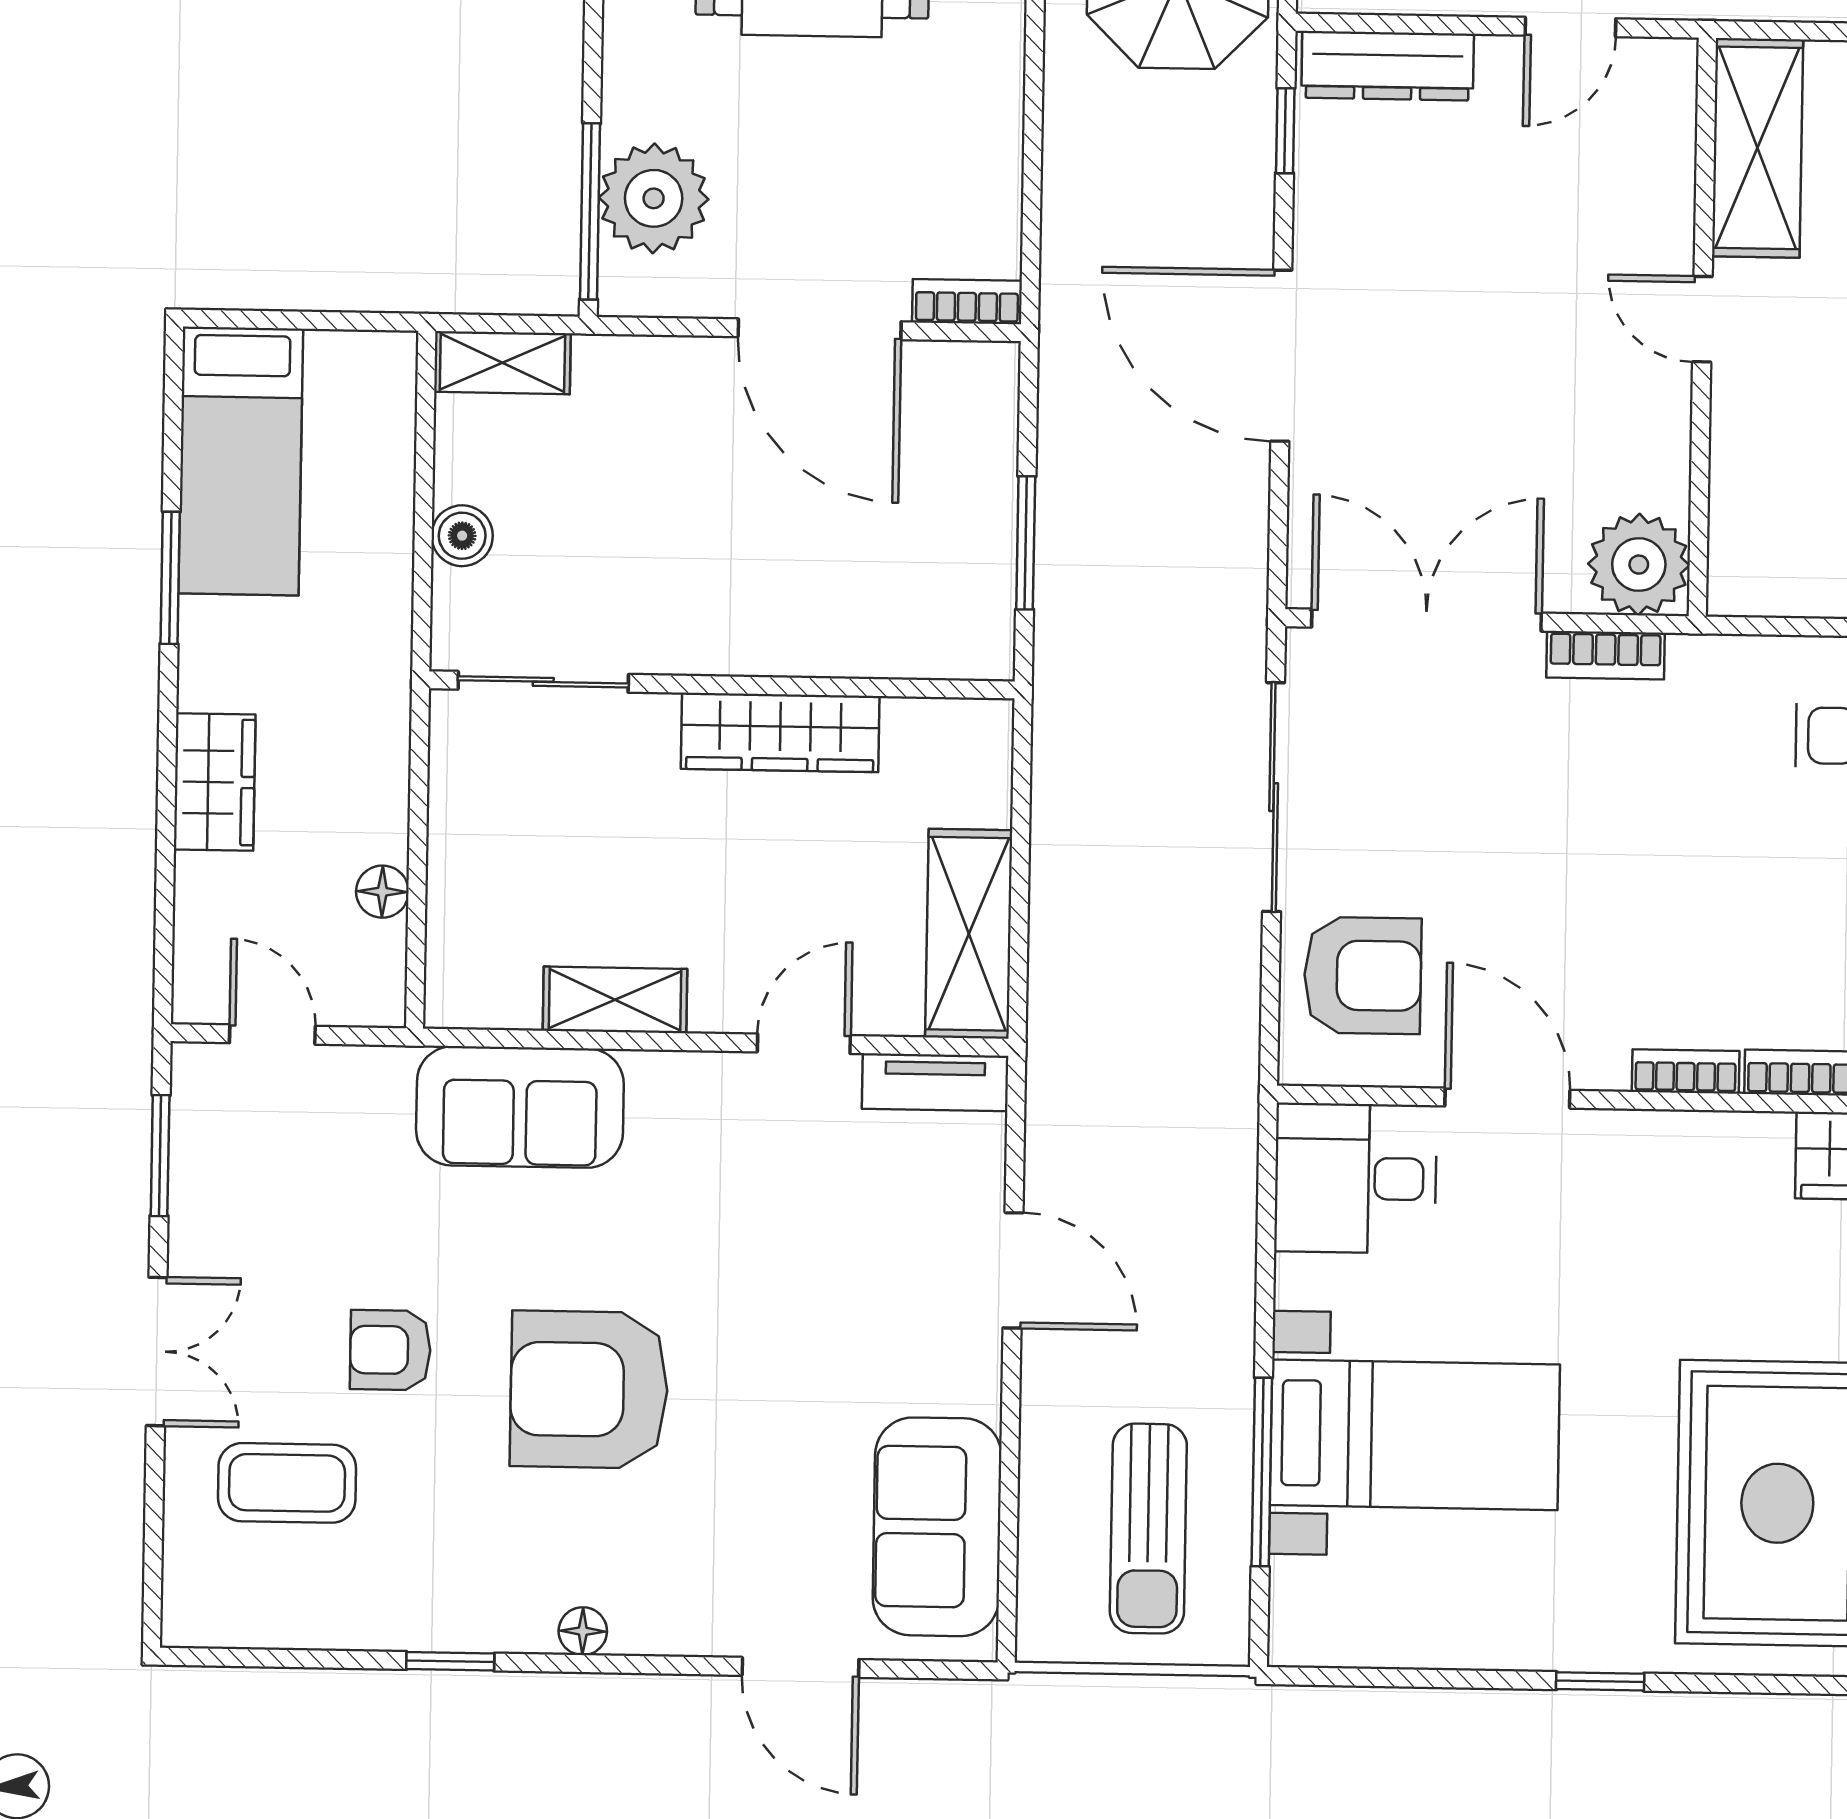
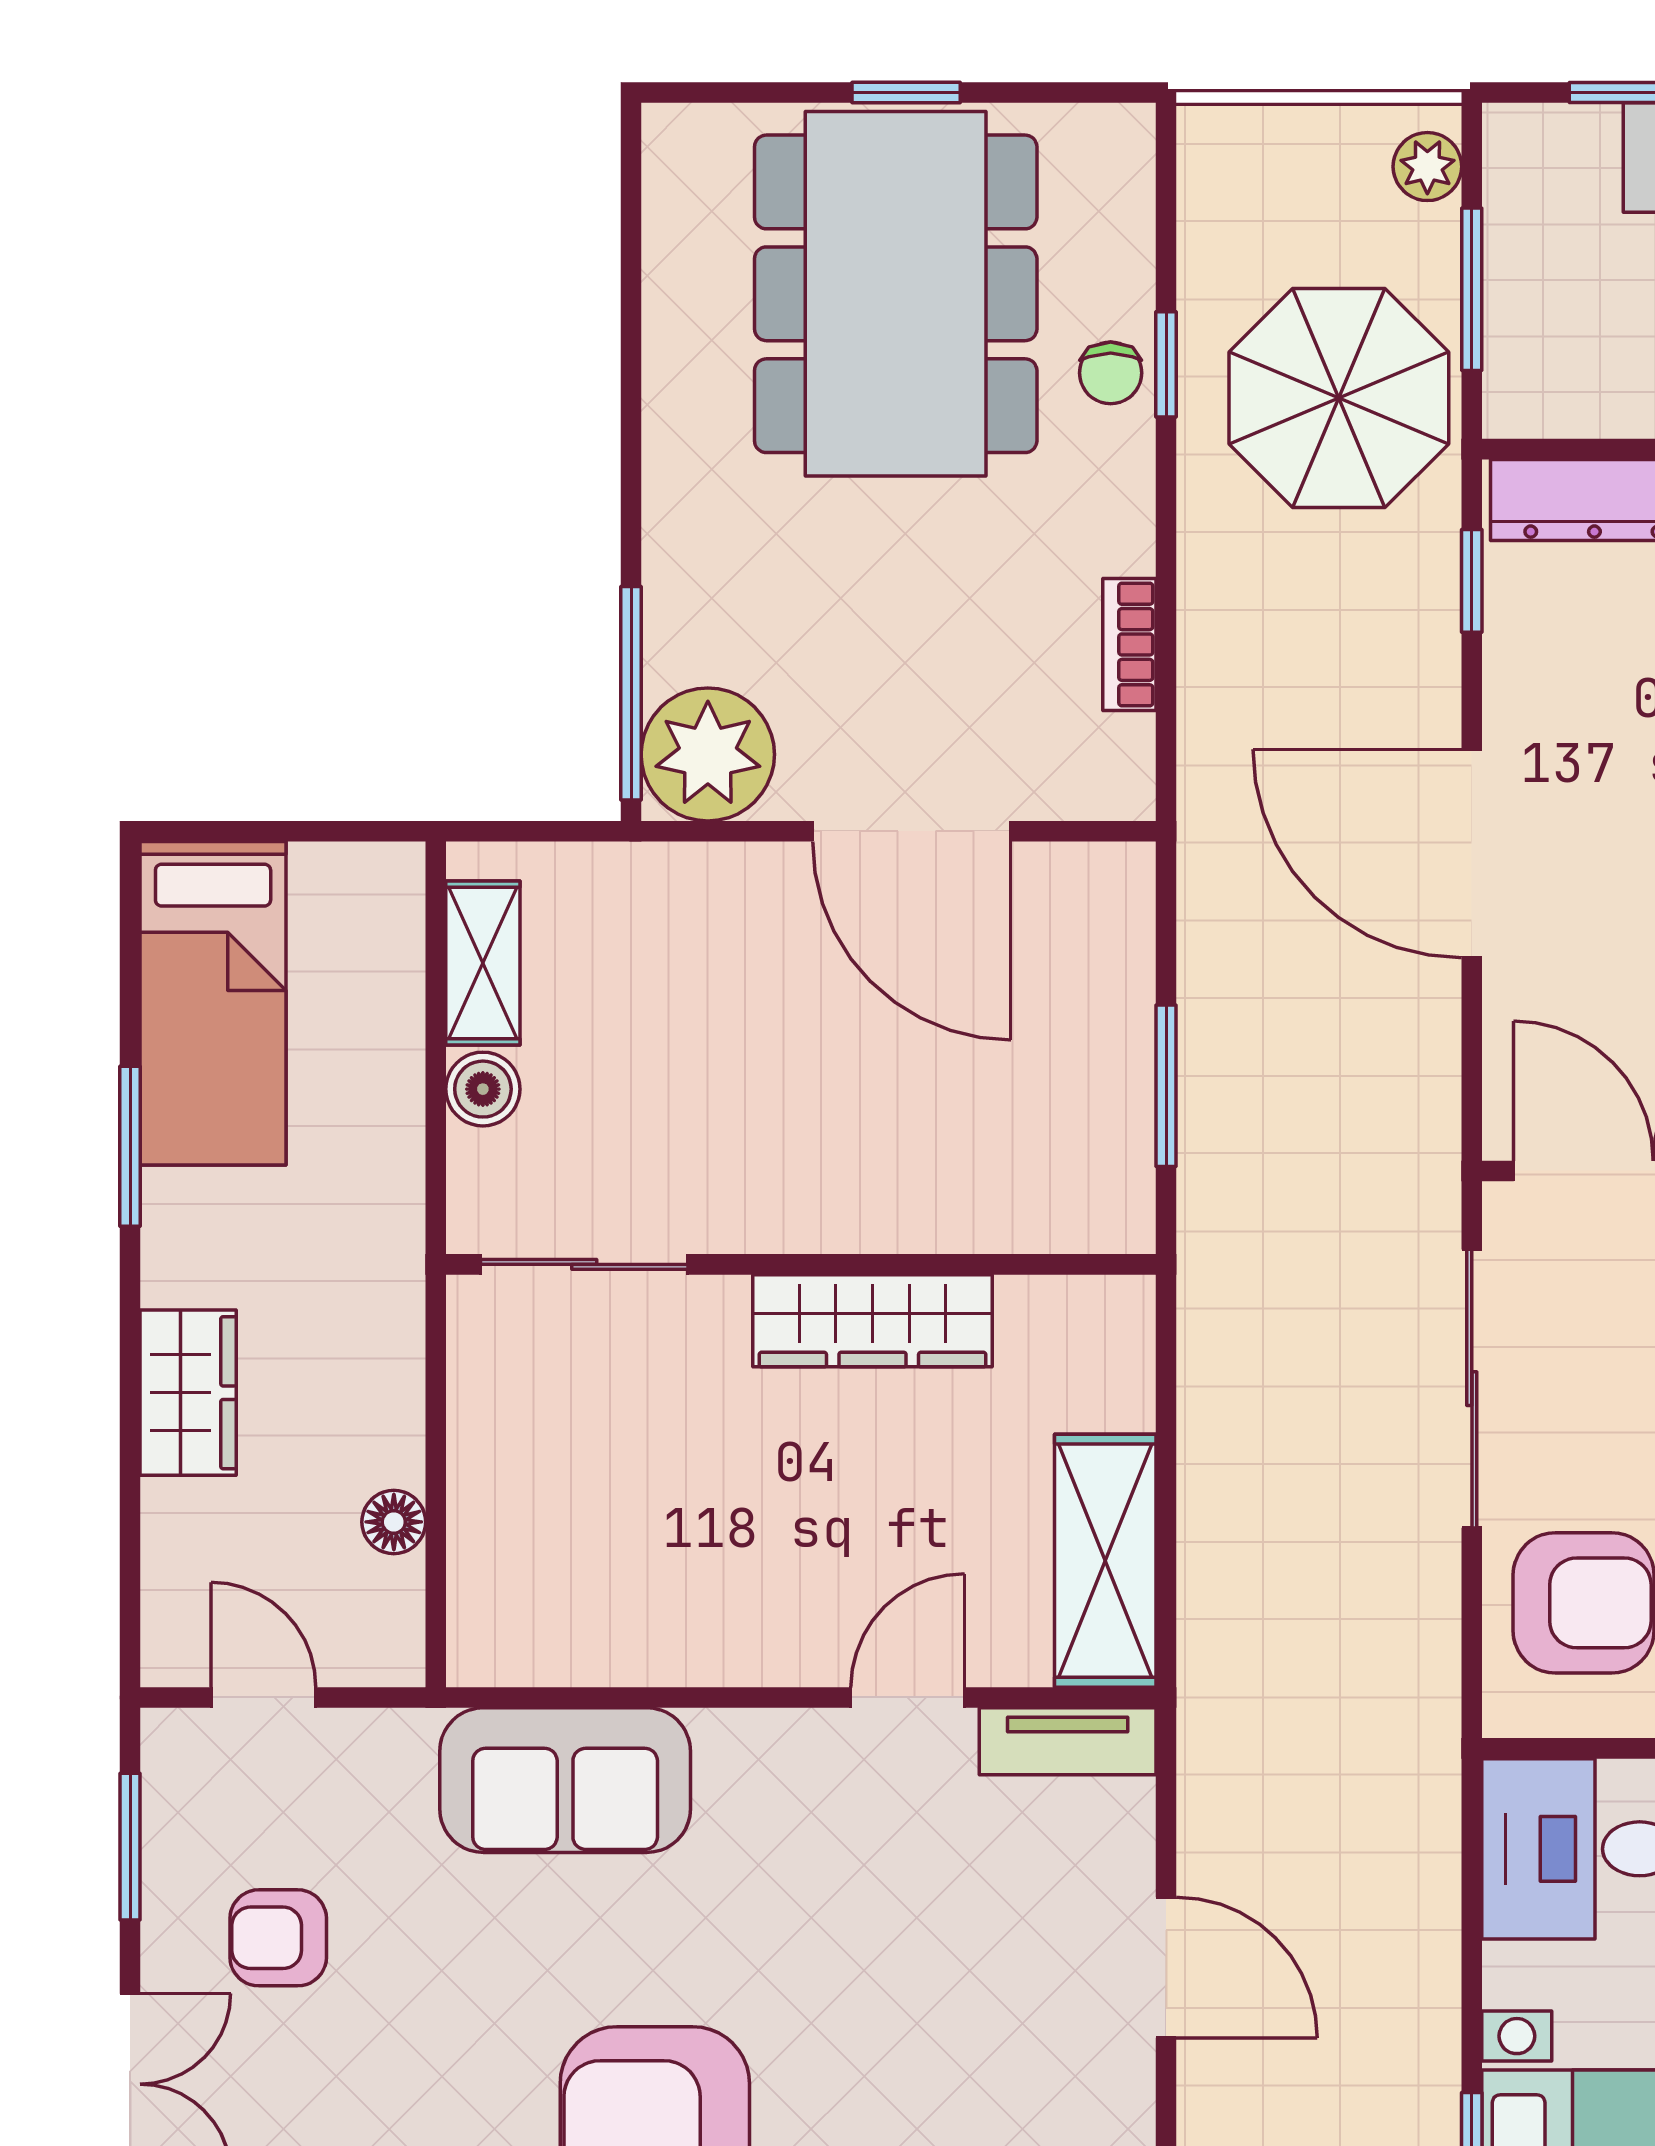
plant: (654, 198) -> (708, 754), moved
bookcase: (967, 302) -> (1129, 644), moved, turned -90
shelving: (502, 363) -> (483, 963), moved, turned 90
shelving: (615, 1000) -> (678, 1648), removed
armchair: (390, 1350) -> (278, 1938), moved

